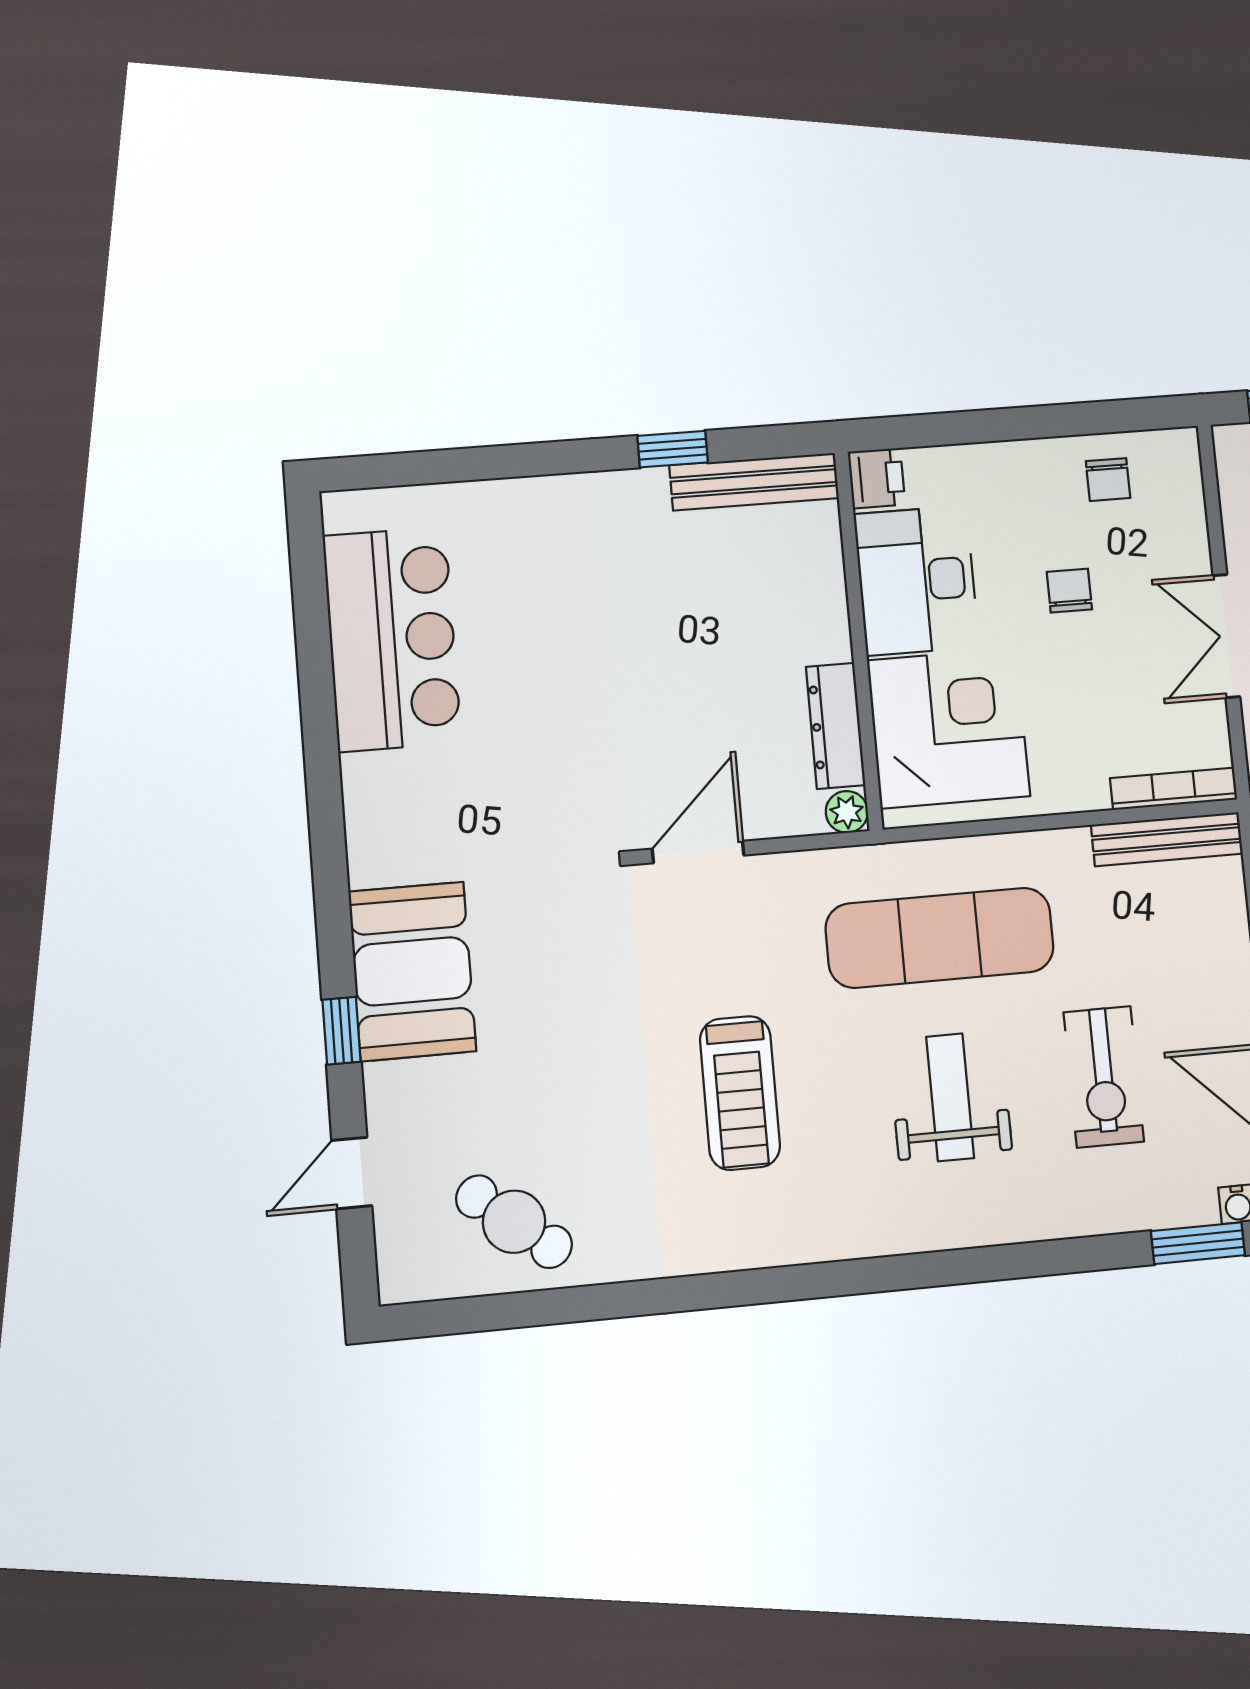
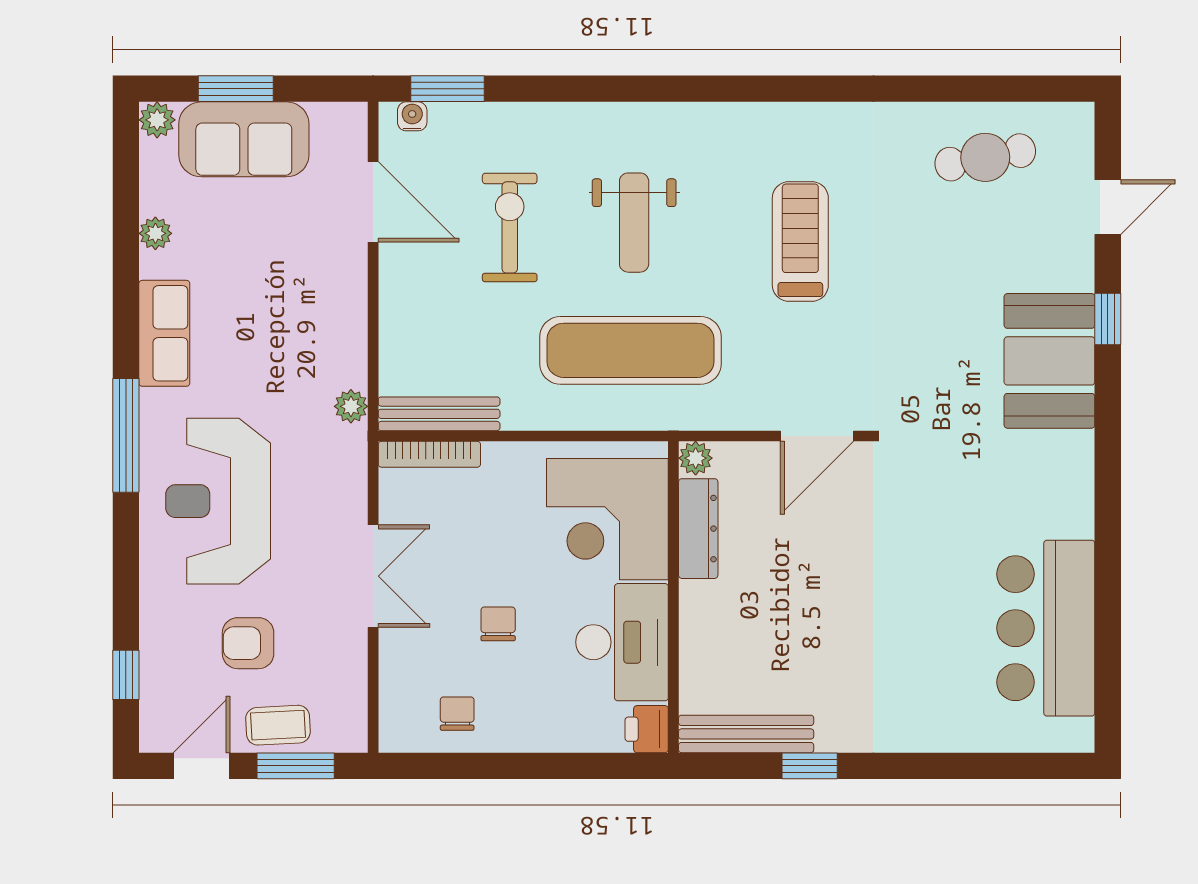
chair: (1069, 591) -> (498, 624), turned 180
cafe table: (514, 1222) -> (985, 157), turned -50

